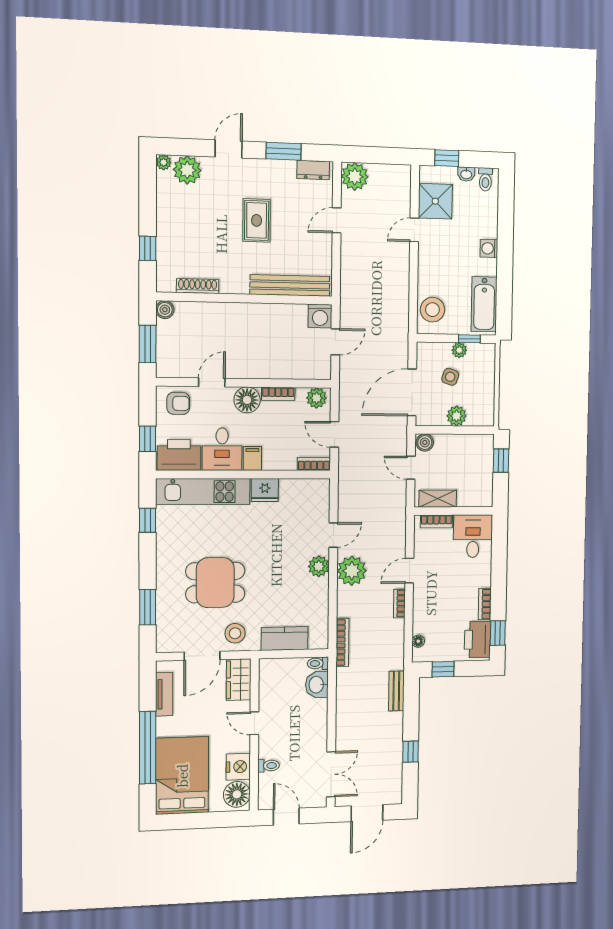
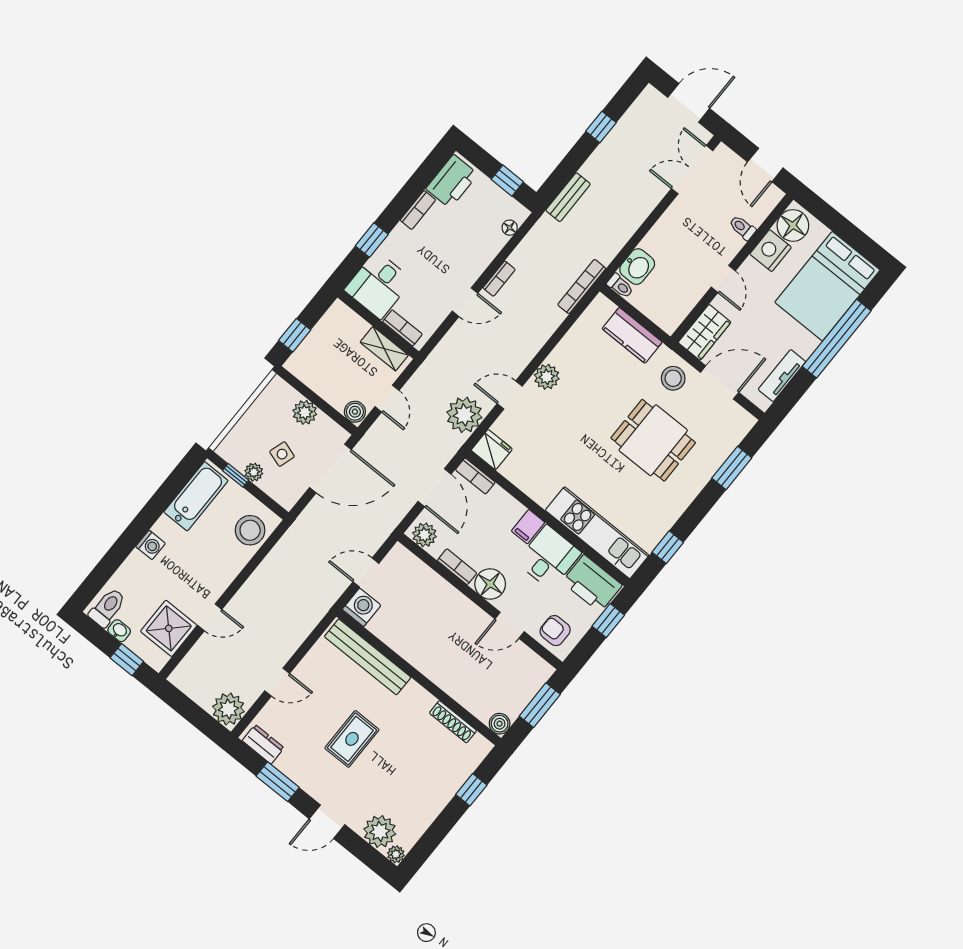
toilet: (485, 179) -> (107, 608), width x1.37, depth x1.39
door: (334, 434) -> (435, 488), width x1.38
fridge: (265, 490) -> (492, 450), moved
plant: (352, 571) -> (464, 415), moved
window: (498, 633) -> (372, 240), moved

